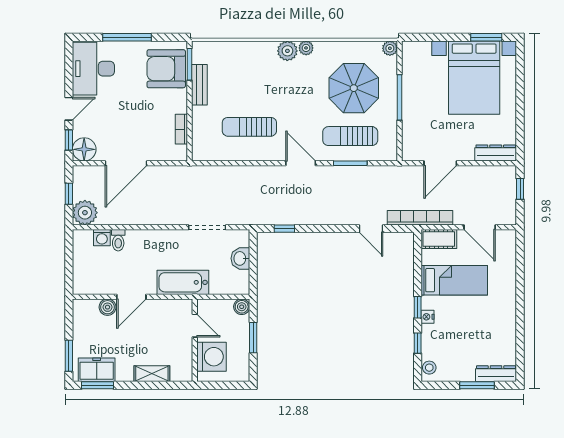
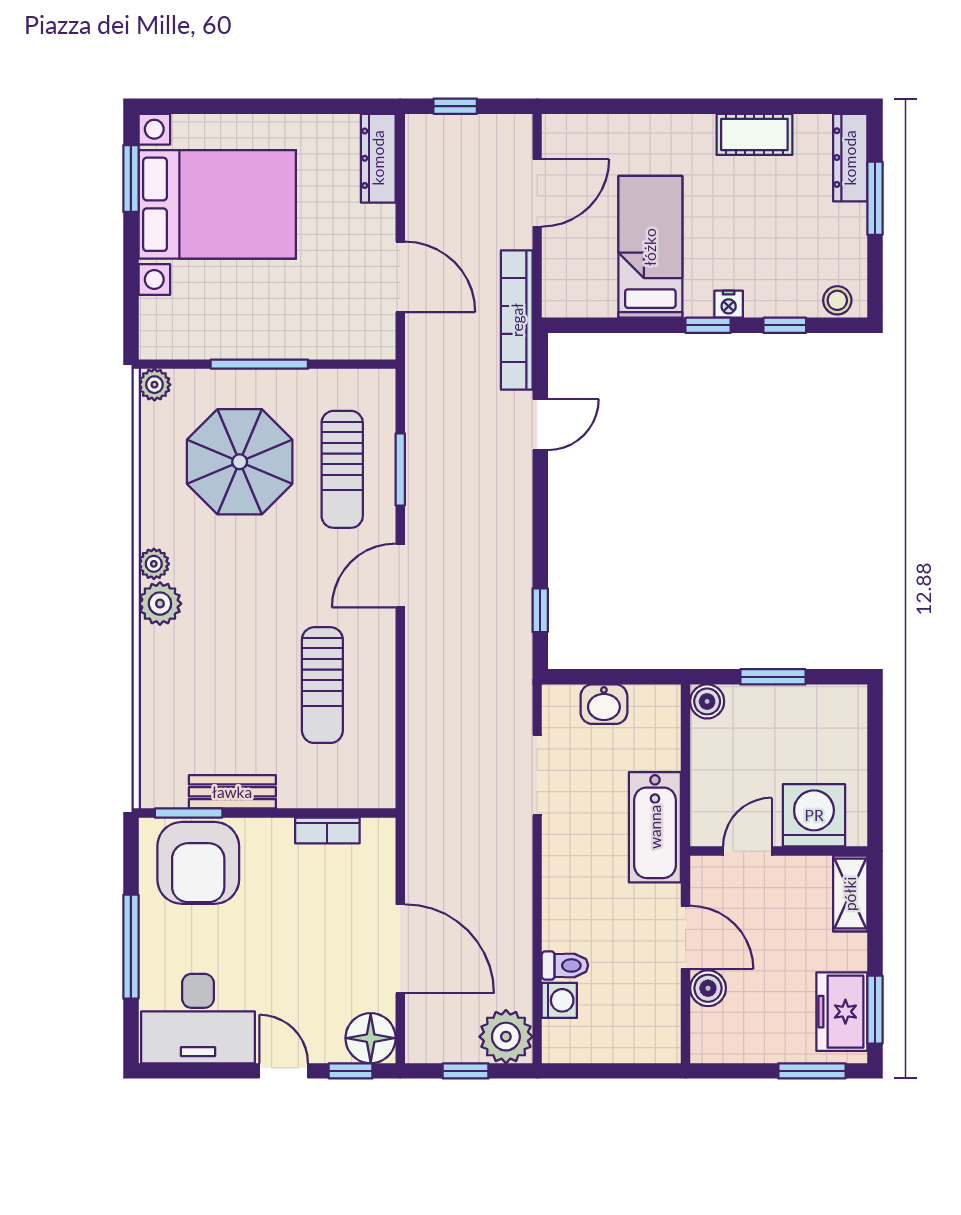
cot: (439, 239) -> (754, 134), moved, turned 90
door: (195, 326) -> (748, 851), moved
wall: (195, 340) -> (779, 851), moved
washing machine: (212, 357) -> (814, 815), moved

